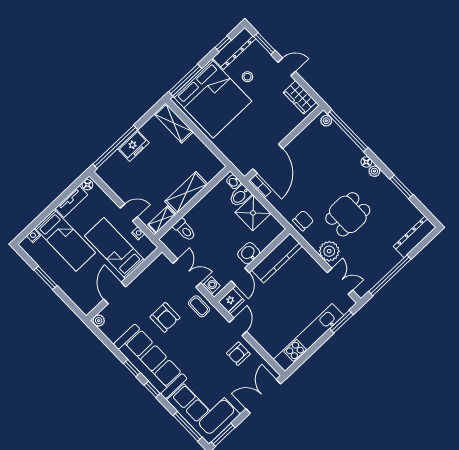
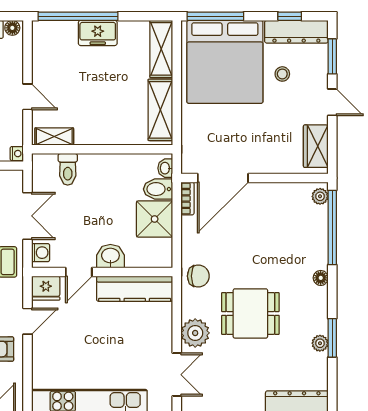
plant: (374, 171) -> (320, 343), moved
shelving: (186, 193) -> (160, 110), moved, turned 90
nightstand: (138, 233) -> (17, 154), moved

